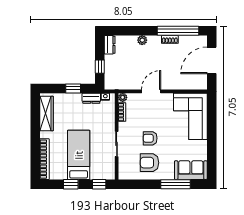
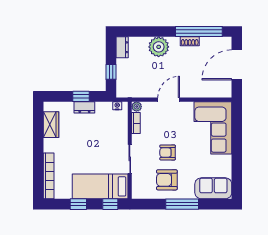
plant: (142, 40) -> (159, 47), width x1.88, depth x1.88
dresser: (91, 98) -> (84, 107), moved
wardrobe: (46, 113) -> (51, 125), width x0.67
bed: (79, 155) -> (100, 186), moved, turned -90
window: (176, 184) -> (182, 204), moved

